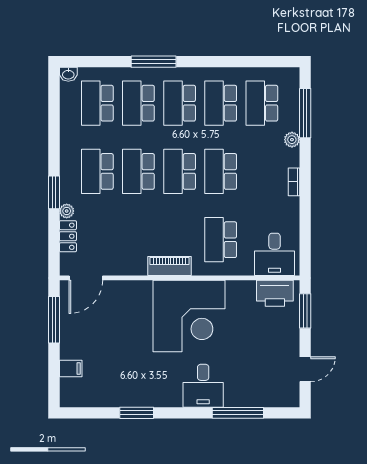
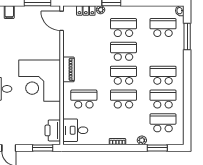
window: (154, 62) -> (187, 37), moved
school desk: (138, 103) -> (163, 51), removed
window: (305, 113) -> (157, 148), width x0.69

